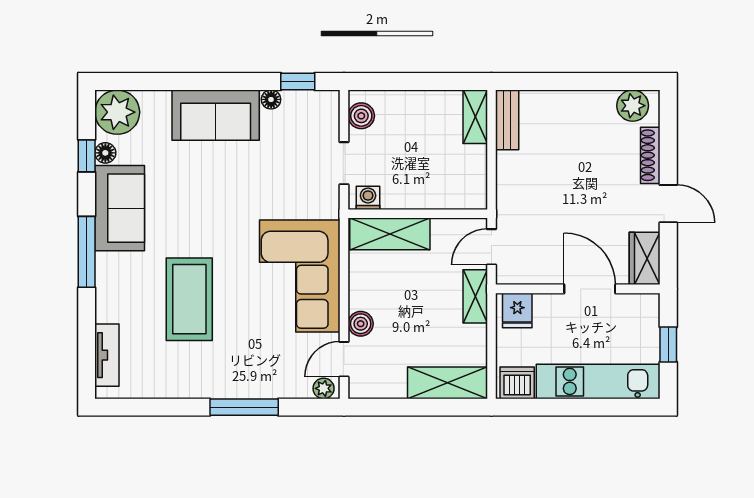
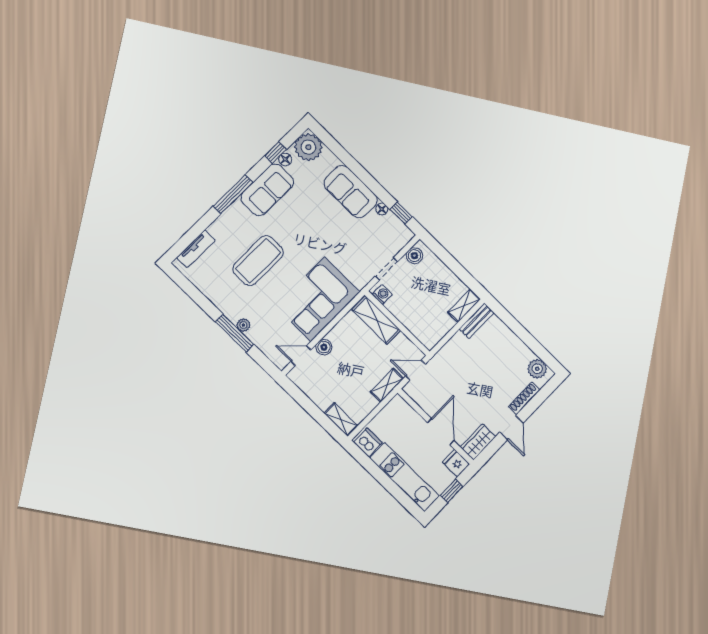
fridge: (517, 310) -> (456, 463), moved, turned 90
shelving: (448, 383) -> (341, 419), width x0.67, depth x0.75
plant: (324, 388) -> (243, 325), moved

